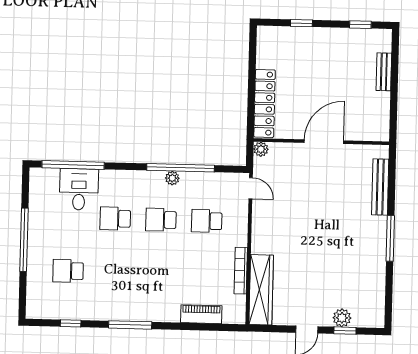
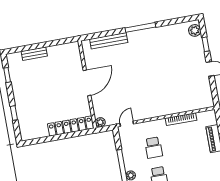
door: (324, 142) -> (87, 83), swing flipped
wardrobe: (261, 290) -> (191, 103), removed
plant: (342, 318) -> (195, 30), moved

